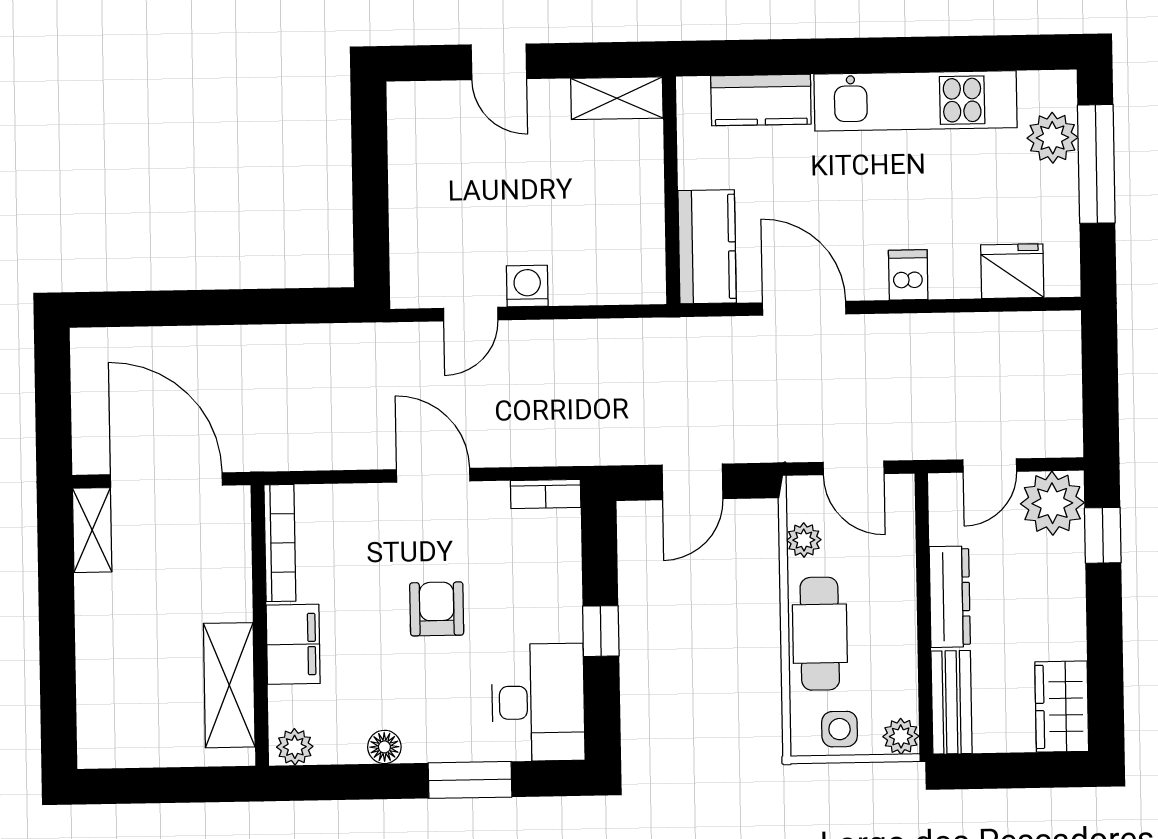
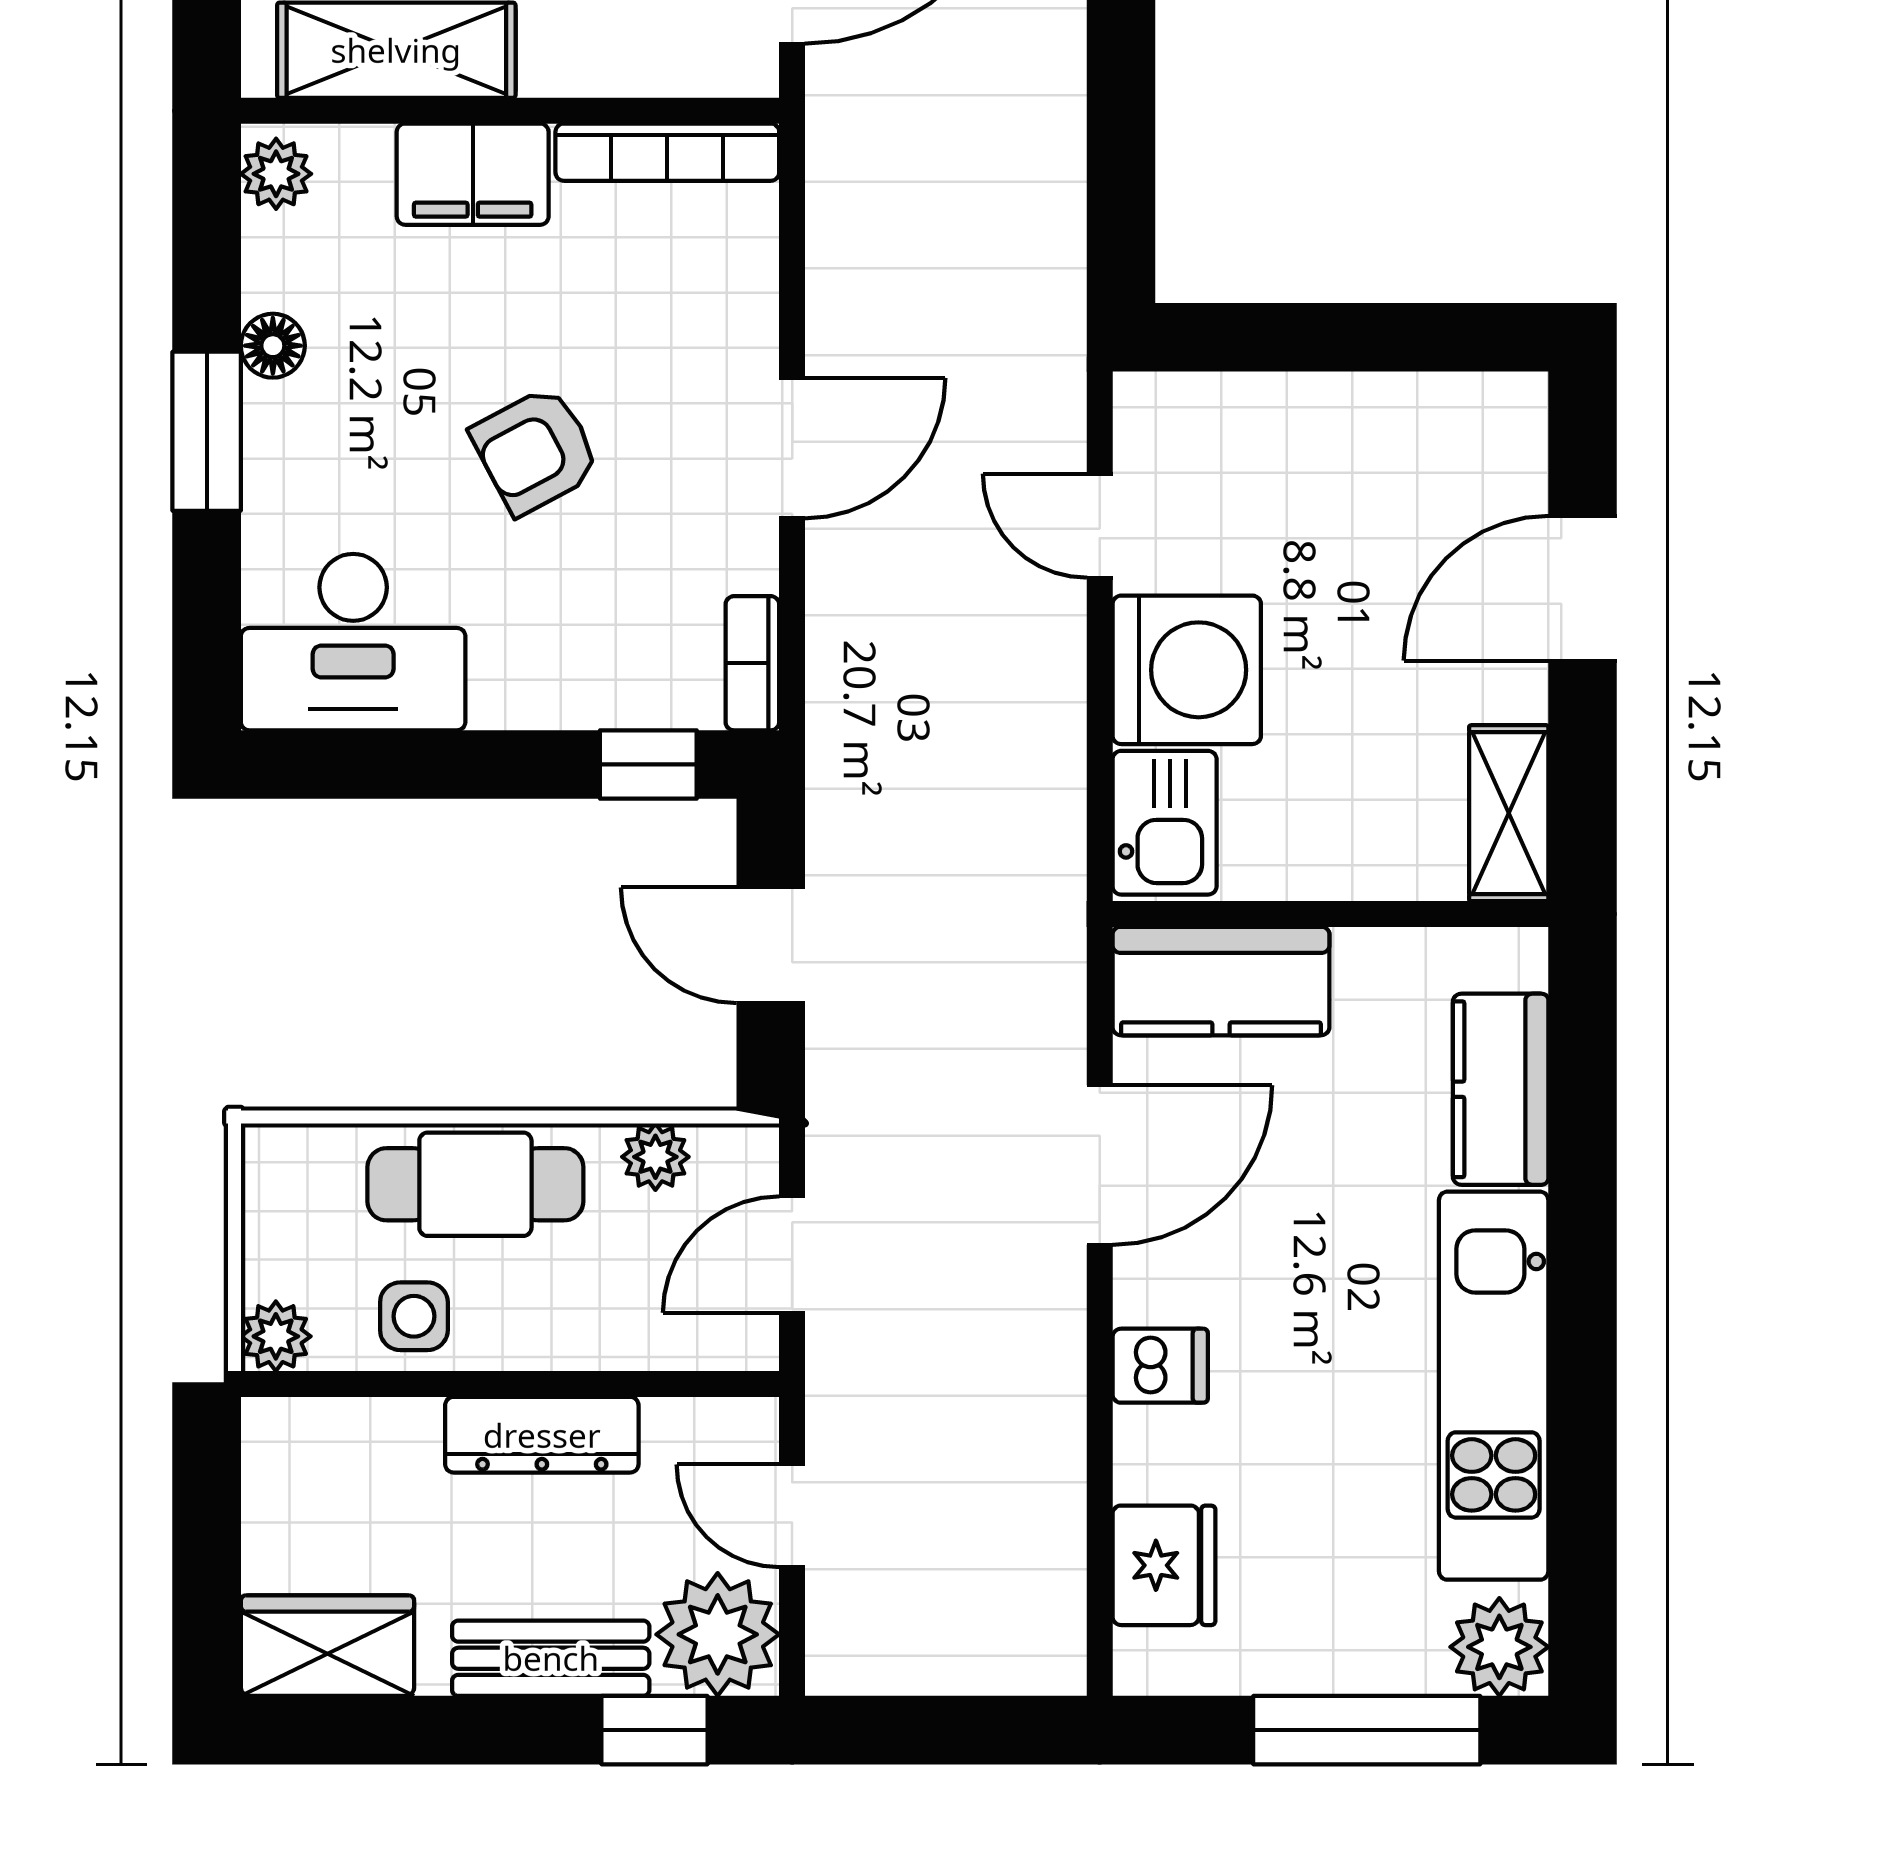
door: (499, 62) -> (1583, 588), width x1.38
plant: (1052, 138) -> (1499, 1647), moved
kitchen sink: (625, 278) -> (1165, 823), added
washing machine: (527, 286) -> (1187, 670), width x1.89, depth x1.89
armchair: (437, 609) -> (536, 451), turned 152
window: (601, 631) -> (648, 764), moved
bench: (952, 702) -> (551, 1658), moved
side table: (840, 729) -> (414, 1316), moved
window: (470, 780) -> (207, 431), moved

